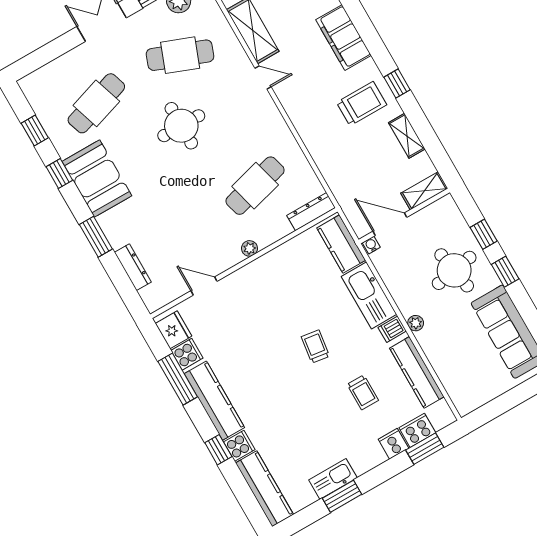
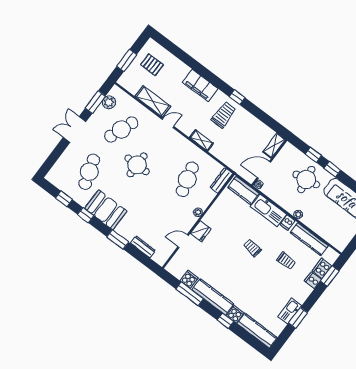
shelving: (407, 136) -> (201, 140), moved
fridge: (173, 330) -> (201, 231), moved, turned 90

